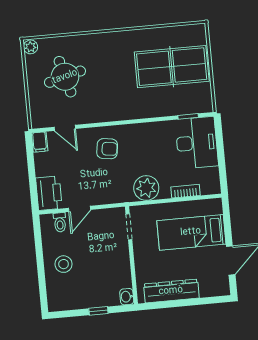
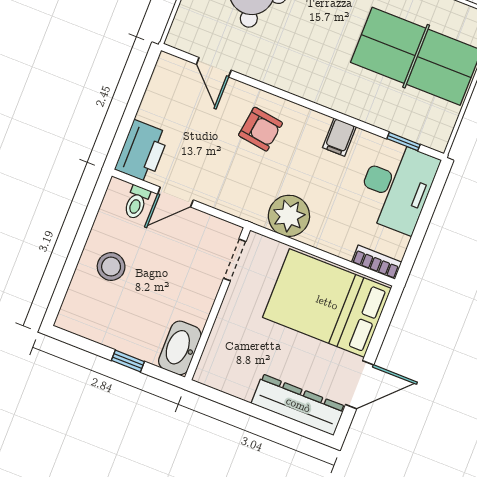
filing cabinet: (40, 142) -> (339, 137), moved
bookcase: (186, 191) -> (377, 262), moved
bed: (191, 232) -> (327, 303), width x1.50
dresser: (171, 291) -> (298, 405), moved
washbasin: (127, 297) -> (180, 348), width x1.91, depth x1.45

